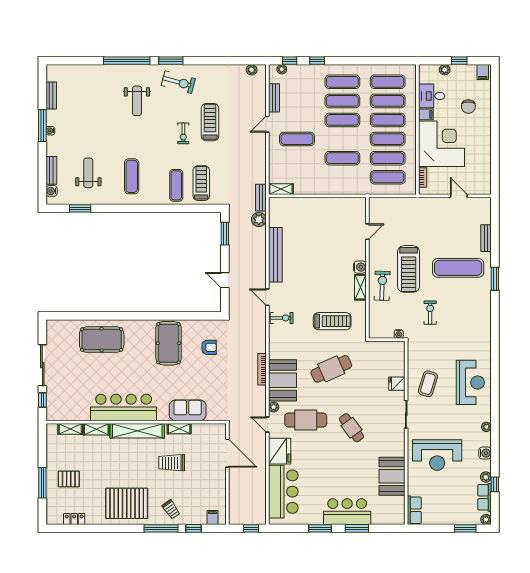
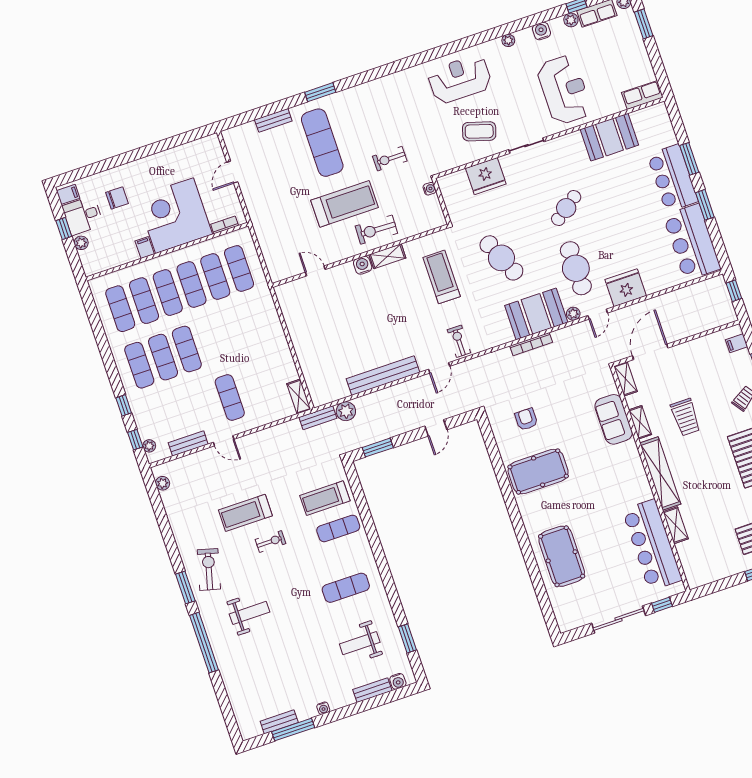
desk: (432, 96) -> (83, 215), moved, turned 90
window: (42, 126) -> (293, 730), moved
exercise mat: (342, 158) -> (234, 333), removed
fridge: (397, 384) -> (486, 176), width x1.88, depth x1.34
bar counter: (124, 407) -> (652, 545), moved
shelving: (70, 429) -> (626, 379), moved
bar counter: (283, 492) -> (692, 242), moved, turned -90

